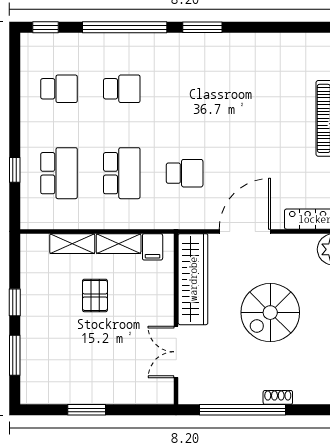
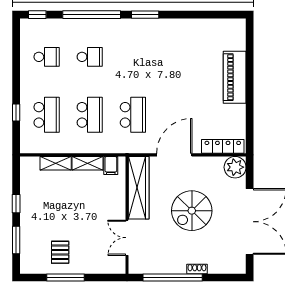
school desk: (185, 173) -> (133, 115), width x1.85
pallet: (95, 295) -> (60, 252), moved
window: (87, 410) -> (66, 278), width x1.44

